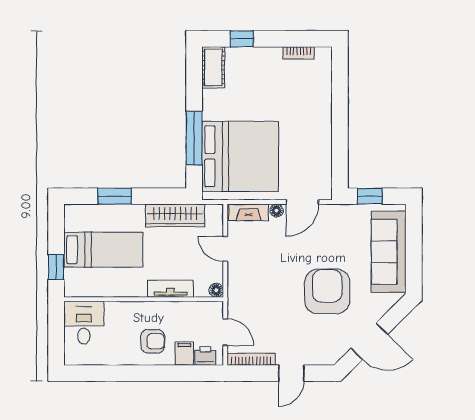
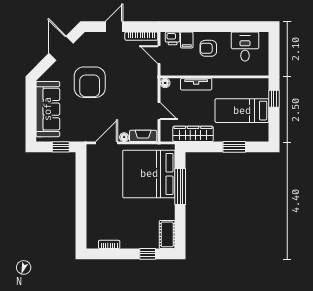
desk: (84, 323) -> (245, 47), moved, turned 180
door: (369, 341) -> (61, 48), hinge flipped

